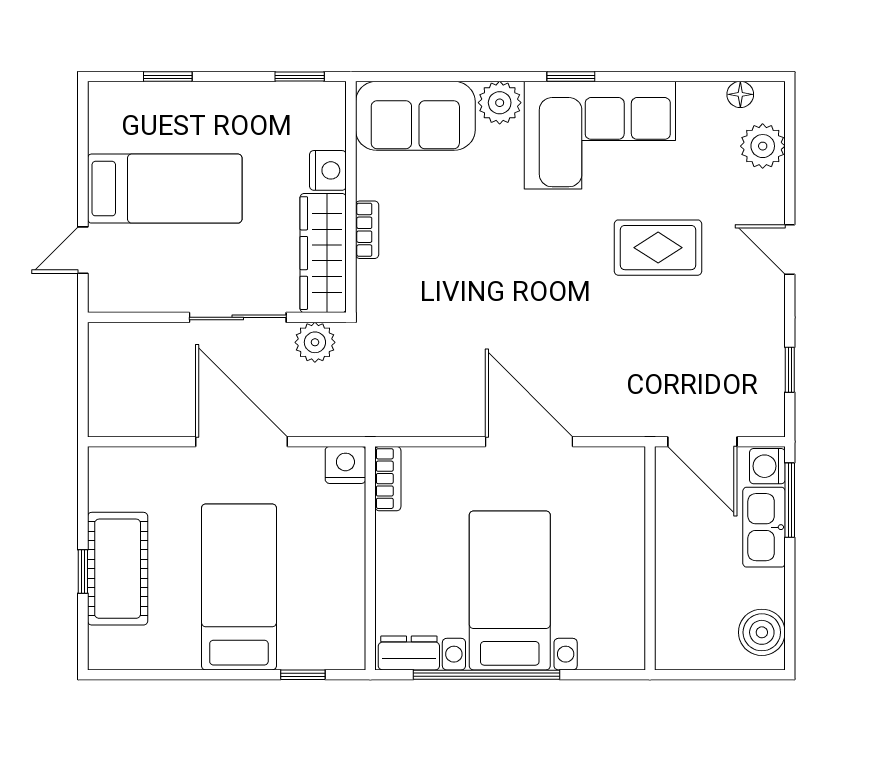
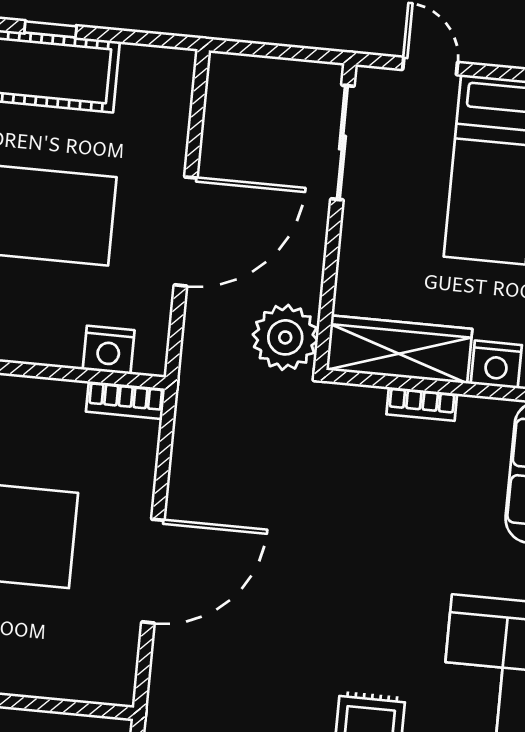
sliding door: (238, 317) -> (342, 143), moved
plant: (315, 342) -> (285, 337), width x1.36, depth x1.36
nightstand: (345, 465) -> (109, 350), moved, turned 90

